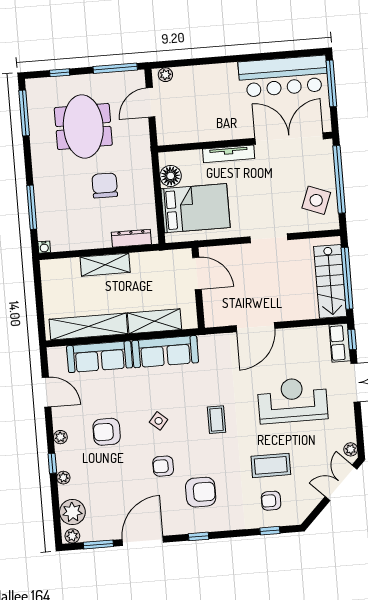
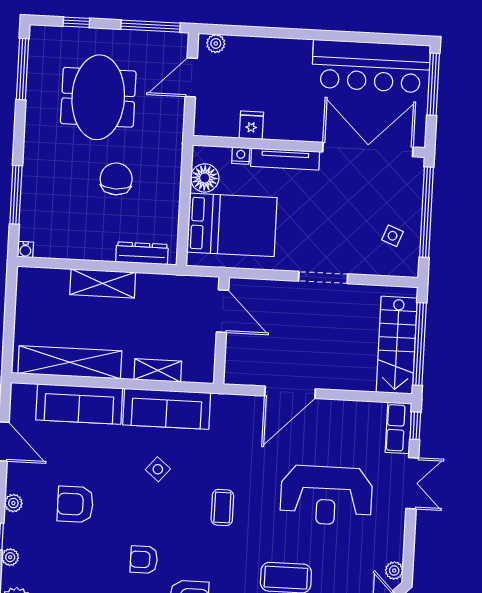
fridge: (200, 132) -> (251, 125), added
nightstand: (195, 156) -> (241, 156), added
side table: (316, 200) -> (393, 236), width x0.54, depth x0.54
shelving: (154, 321) -> (158, 370), width x0.67, depth x0.75
reception desk: (293, 400) -> (326, 495), turned 180
side table: (159, 421) -> (158, 469), moved

